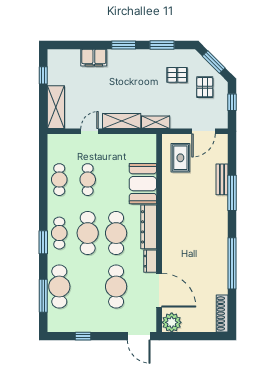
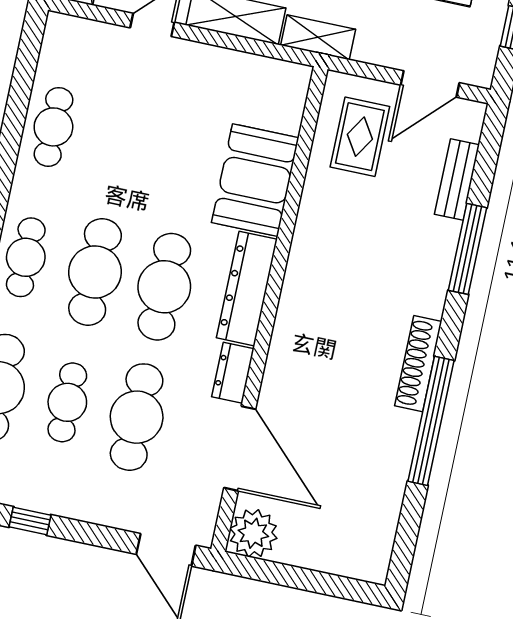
bench: (222, 179) -> (457, 180), moved
cafe table: (88, 180) -> (67, 402), moved
shoe rack: (222, 314) -> (418, 364), moved

